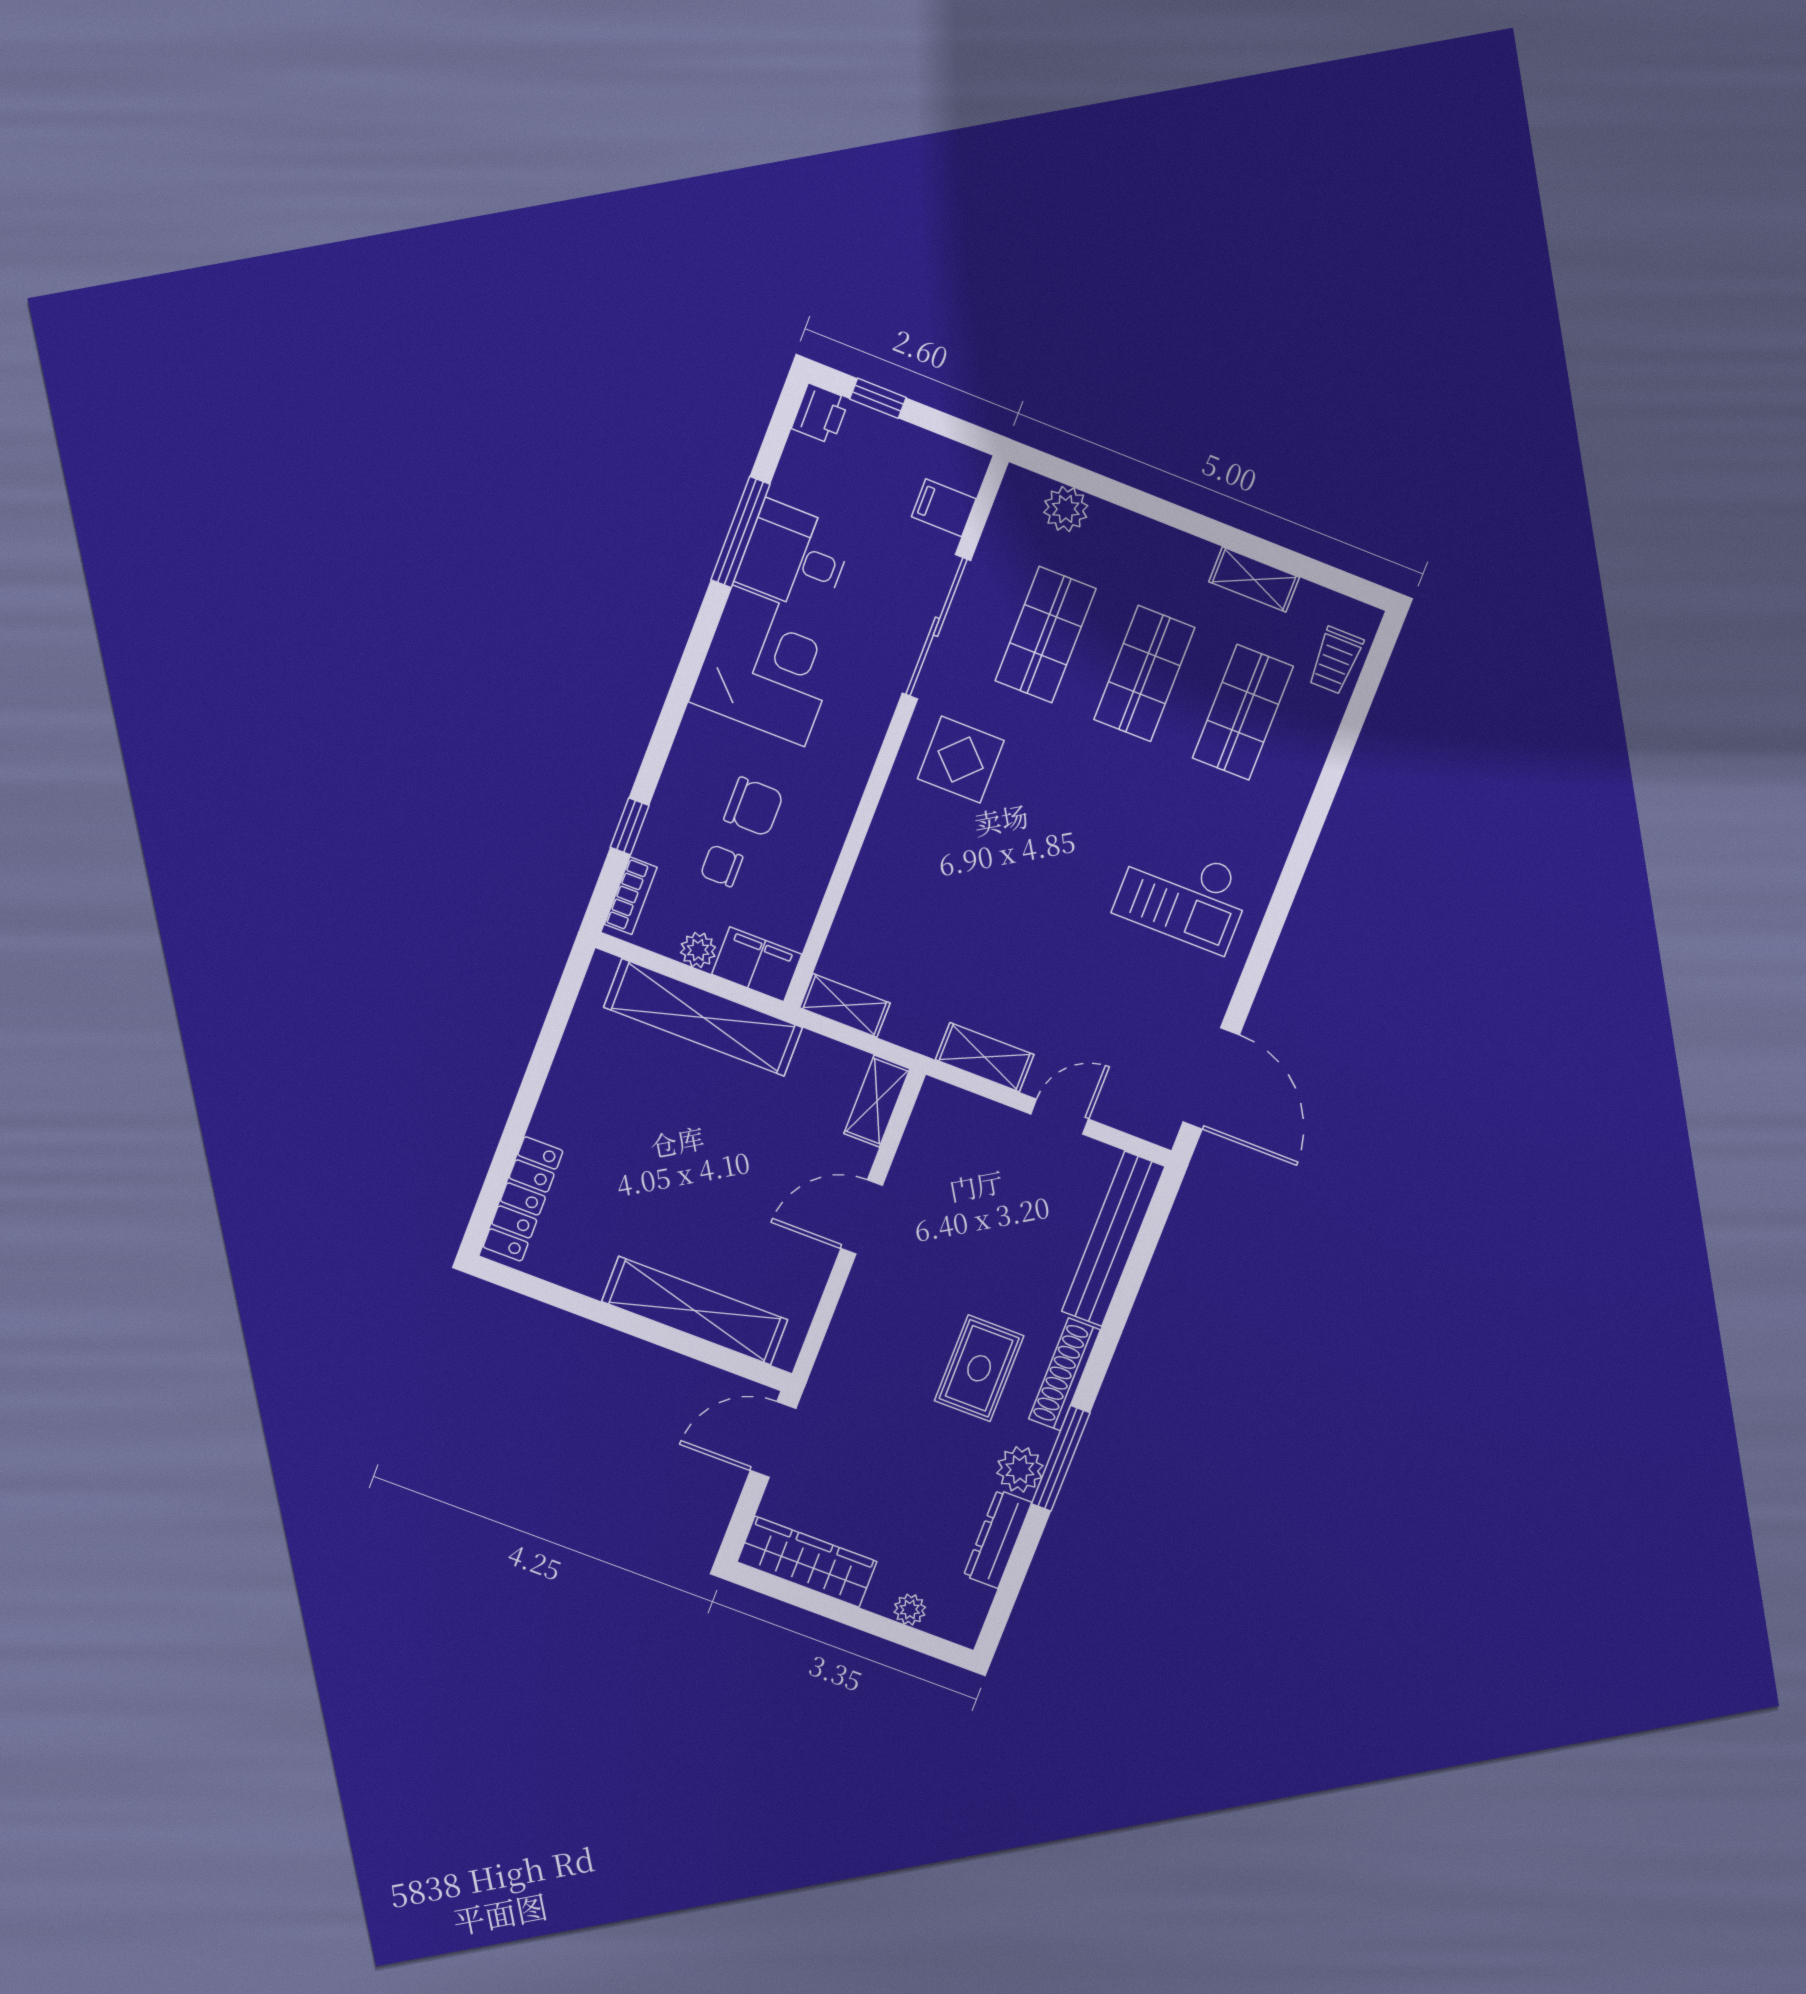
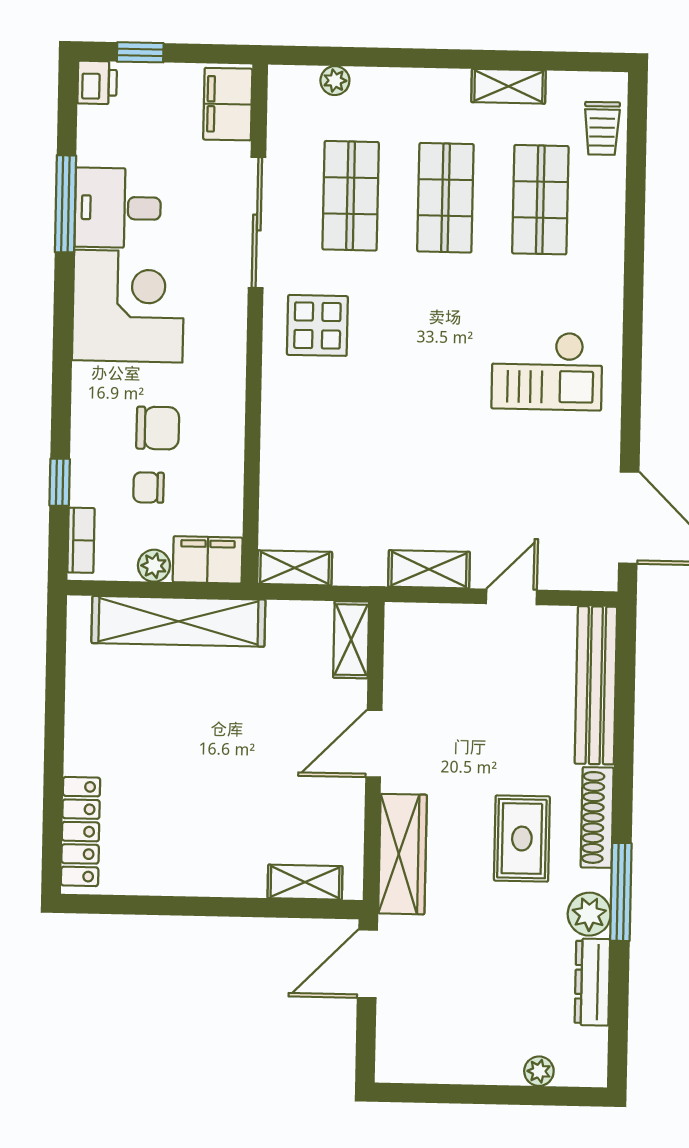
filing cabinet: (944, 508) -> (228, 104), width x2.00
plant: (1066, 509) -> (335, 81), width x0.73, depth x0.73
shelving: (695, 1311) -> (305, 882), width x0.45, depth x0.75
wardrobe: (807, 1562) -> (403, 854), moved, turned 90

